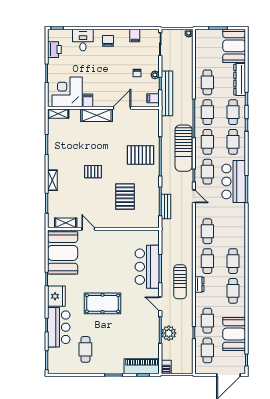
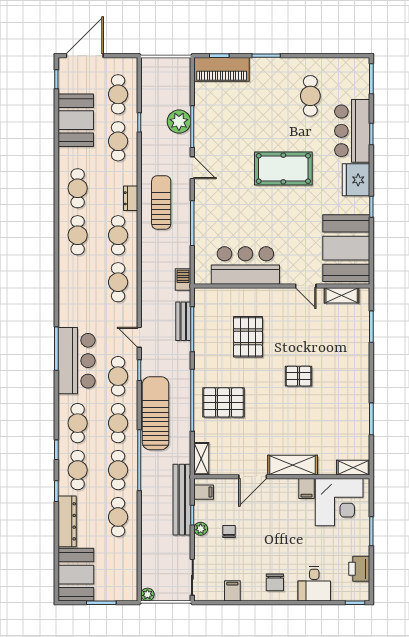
shelving: (52, 180) -> (201, 459), moved
bar counter: (147, 267) -> (245, 266), moved, turned -90
barbecue: (166, 367) -> (183, 279), moved

